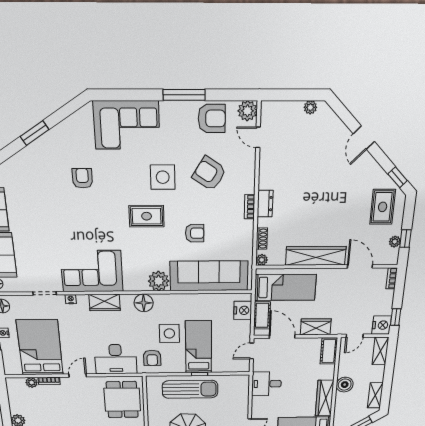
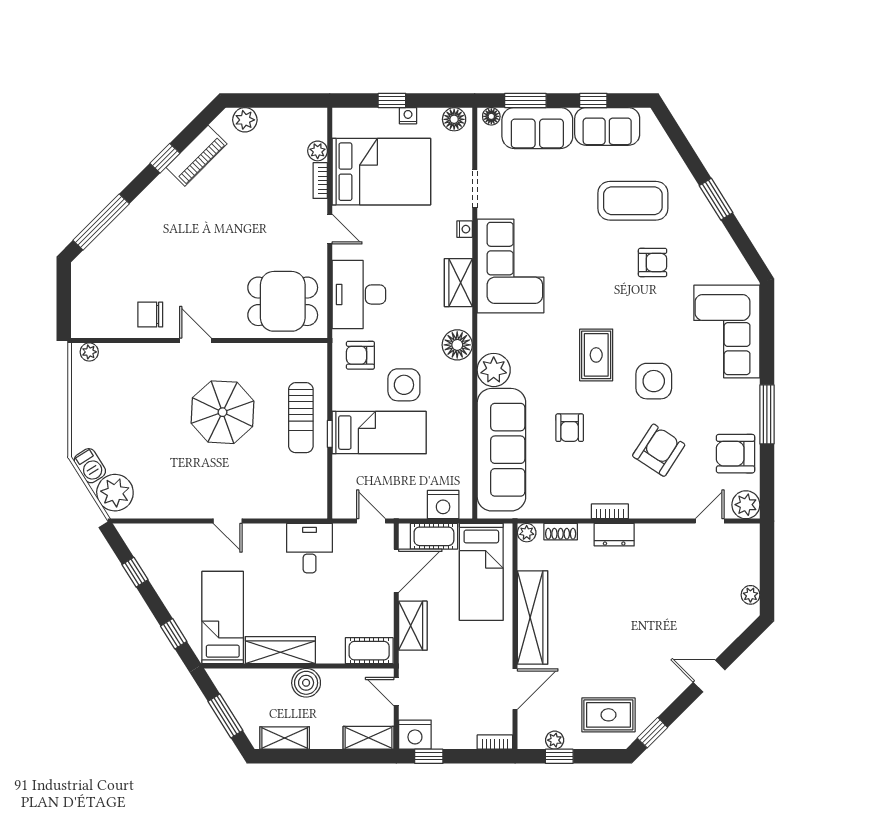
armchair: (212, 119) -> (736, 454), turned 90
coffee table: (42, 192) -> (633, 201), added
sun lounger: (190, 389) -> (301, 418), width x0.73, depth x0.75

